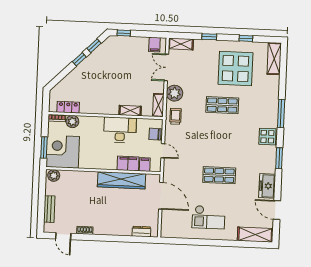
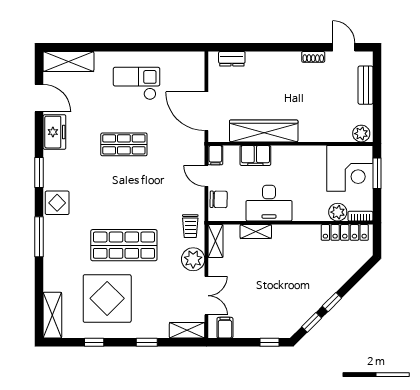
shop shelf: (222, 105) -> (124, 245), width x1.43, depth x1.36
locker: (68, 107) -> (345, 232), width x1.53
filing cabinet: (145, 164) -> (215, 155), moved

